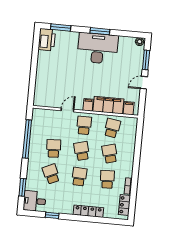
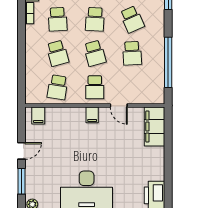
filing cabinet: (108, 105) -> (155, 126), moved, turned 90
door: (67, 110) -> (119, 106), hinge flipped

